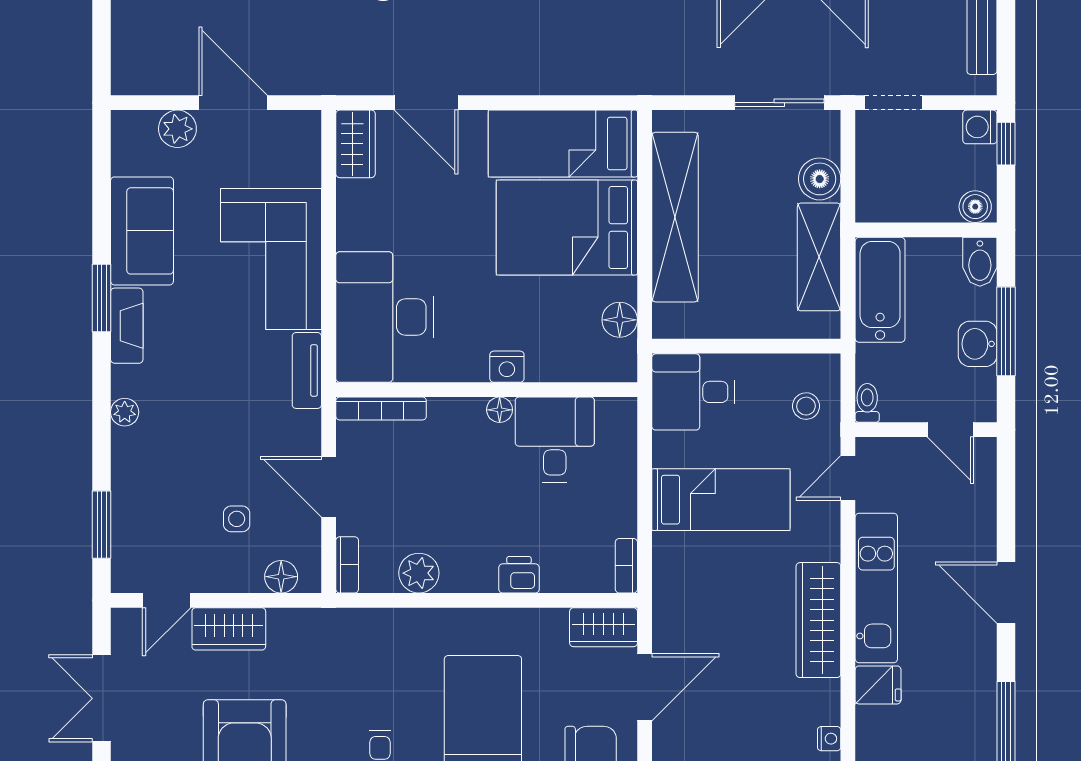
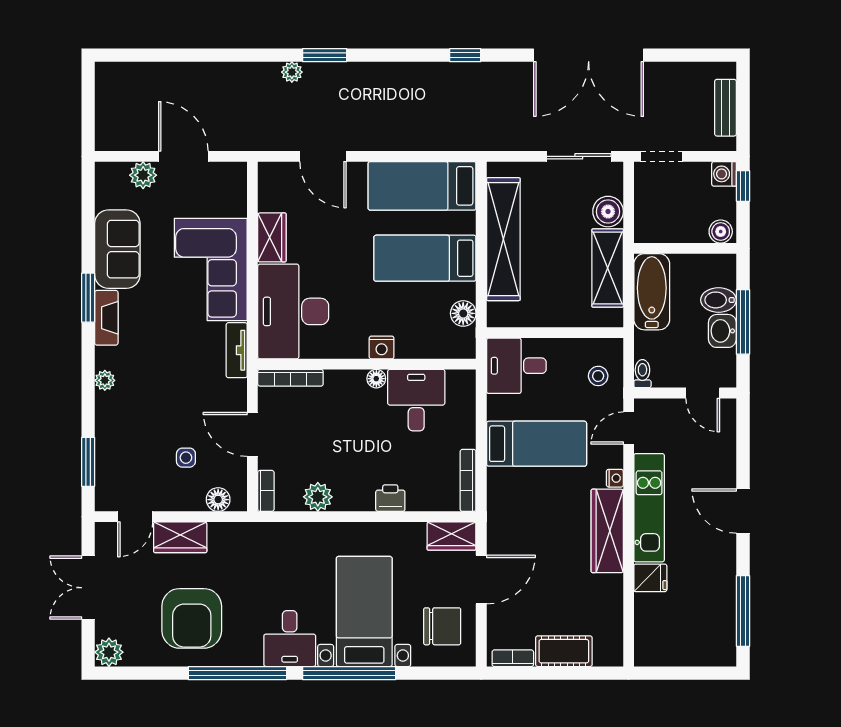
wardrobe: (355, 144) -> (272, 237), moved
bed: (567, 228) -> (425, 258), width x0.67
bidet: (980, 262) -> (719, 300), moved, turned 90
bookcase: (626, 566) -> (468, 480), width x1.56
nightstand: (829, 739) -> (615, 478), moved

